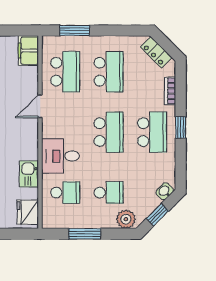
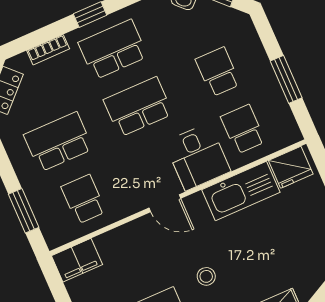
school desk: (65, 72) -> (83, 199), width x0.54
door: (40, 106) -> (165, 203), moved
kitchen sink: (29, 174) -> (241, 191), width x1.87, depth x1.24
plant: (126, 219) -> (243, 34), removed

